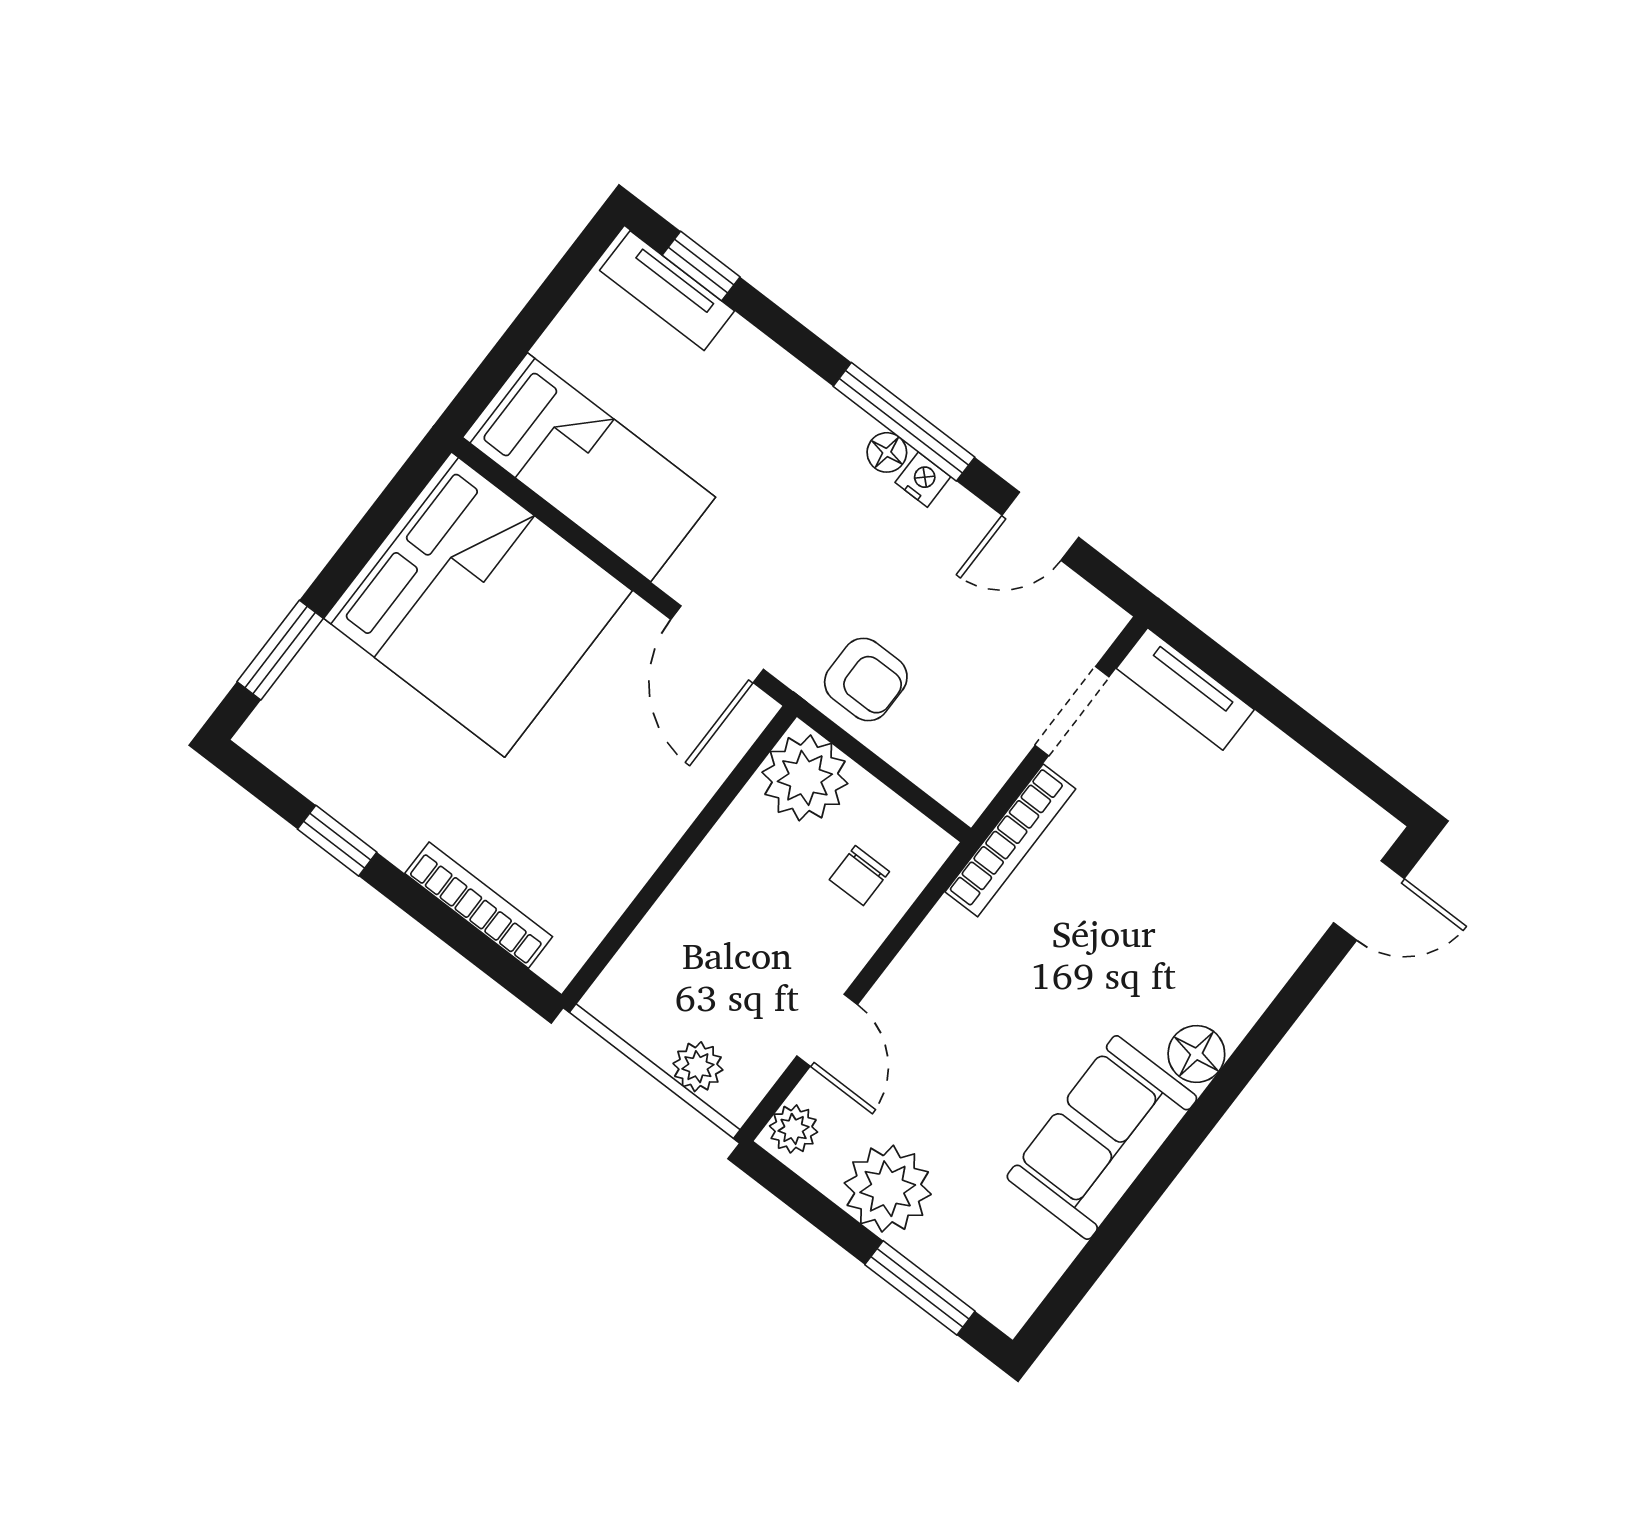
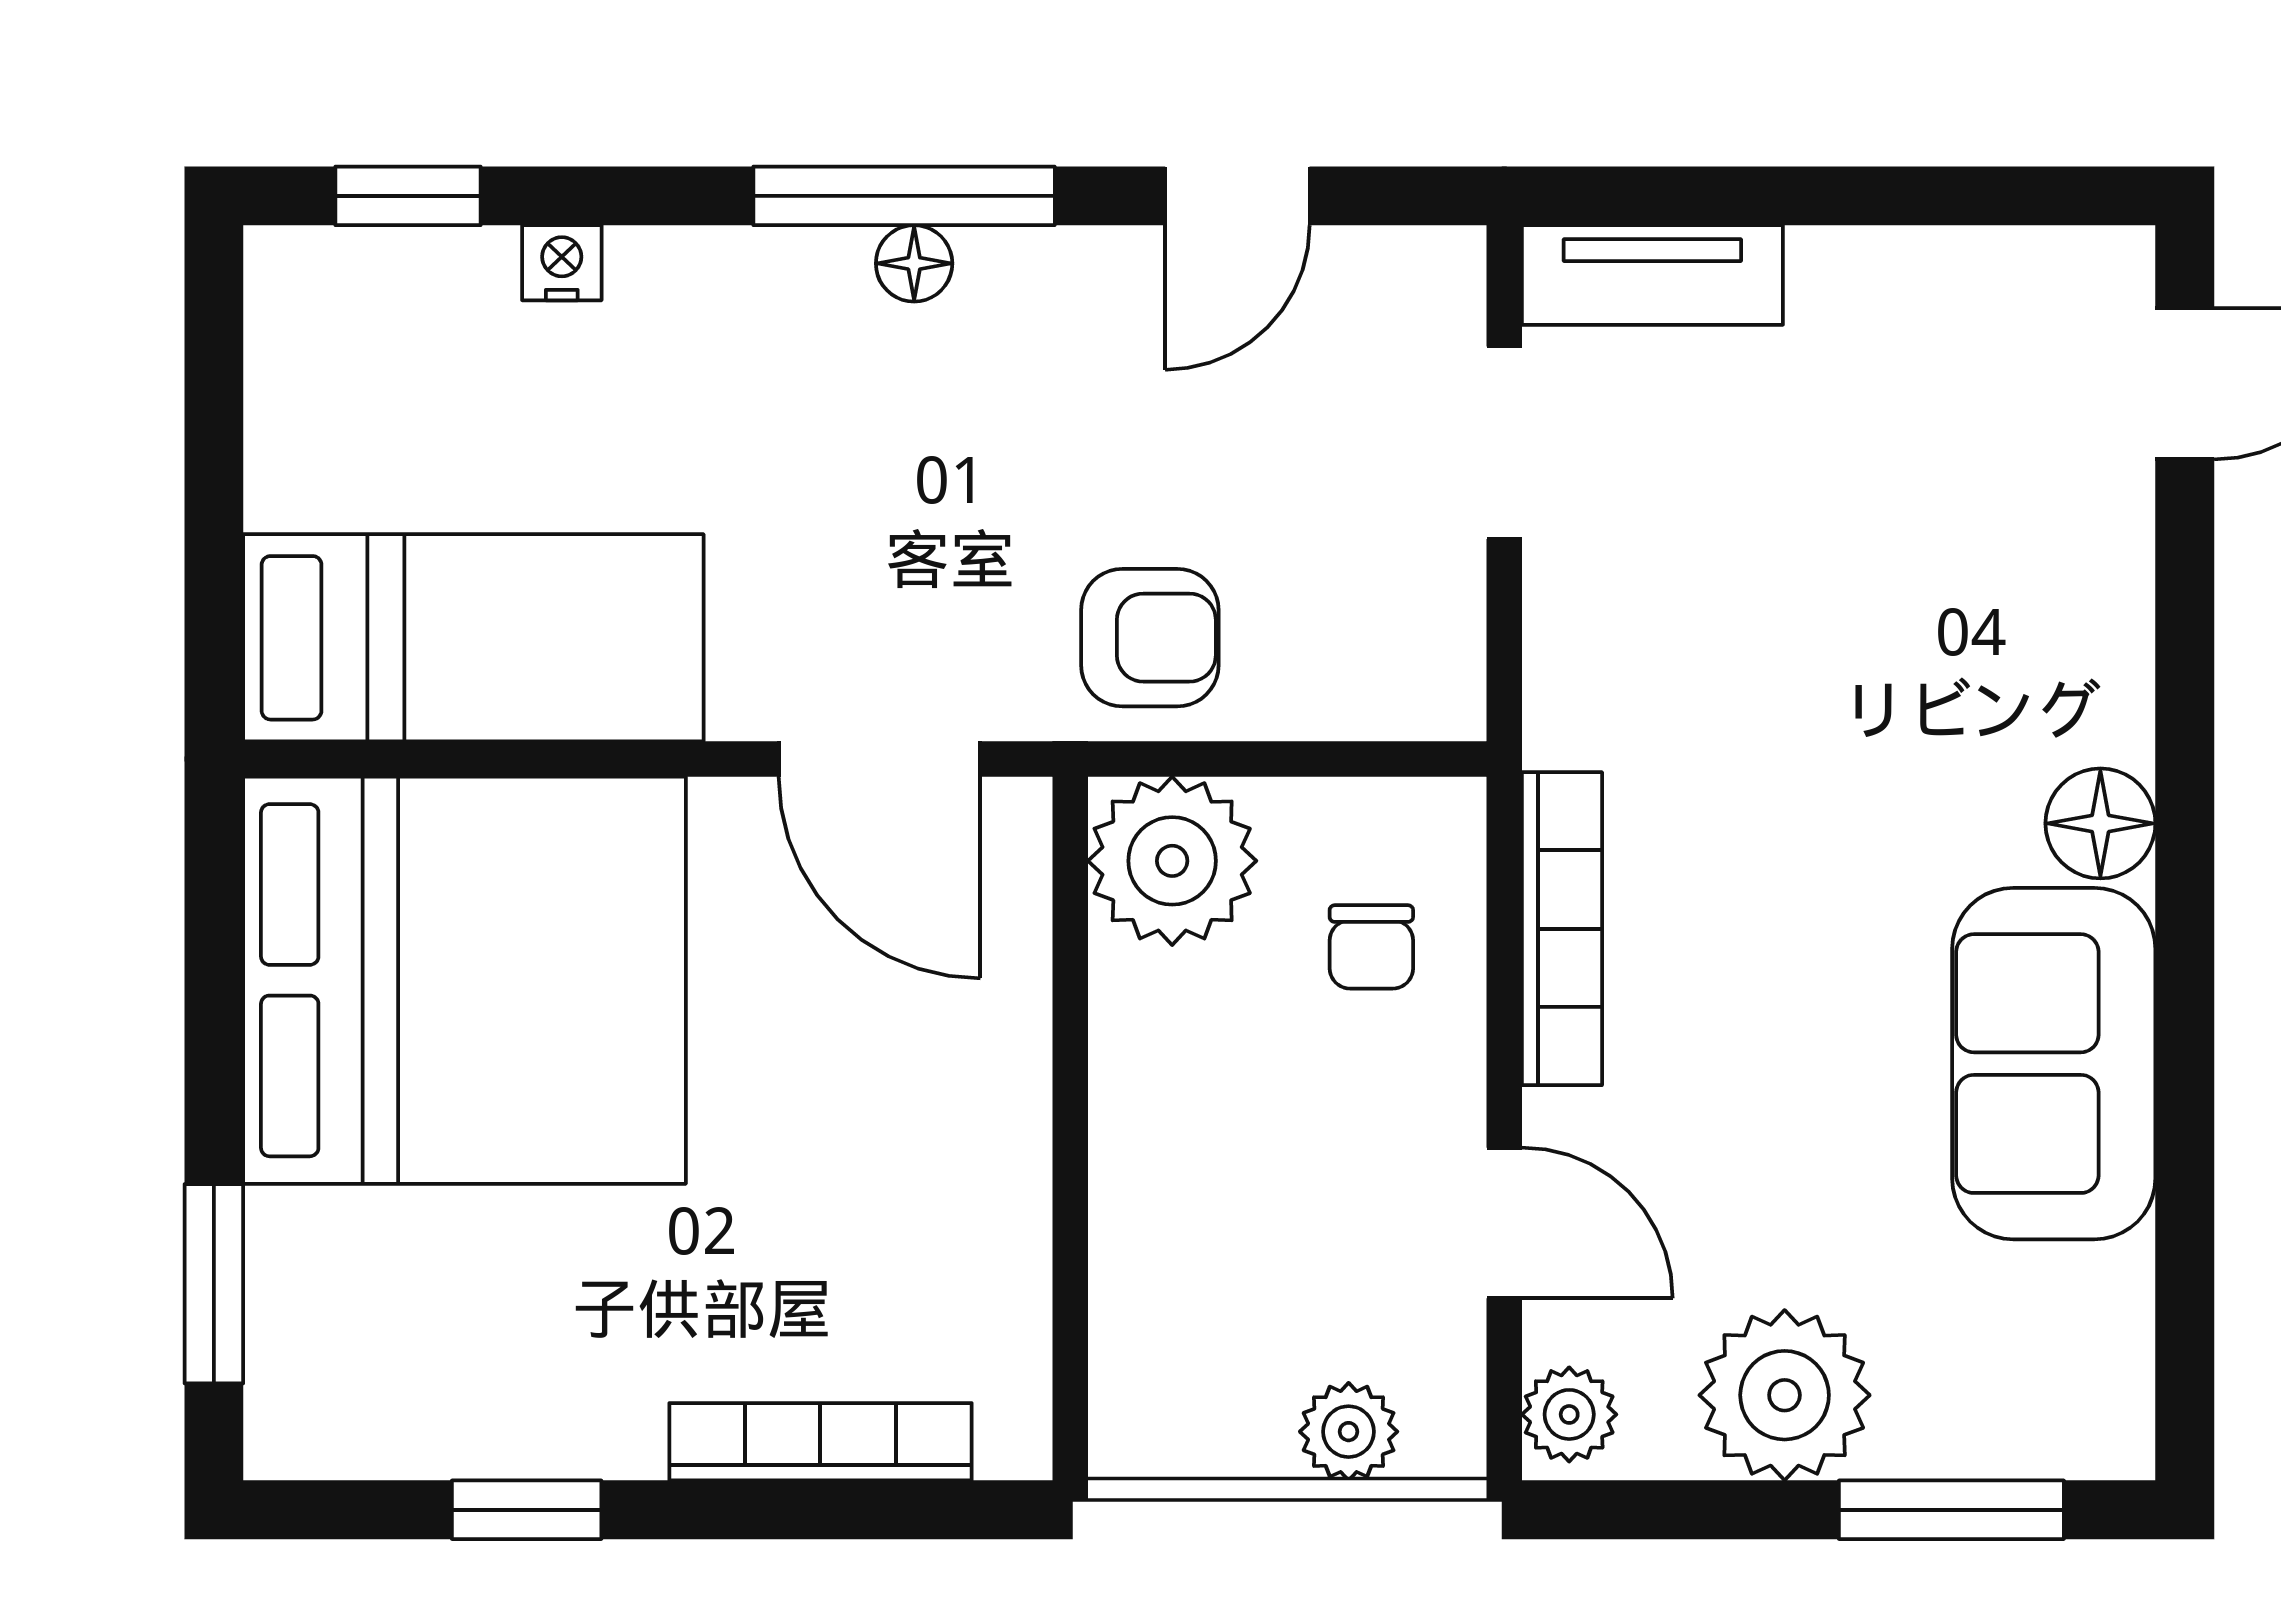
tv unit: (667, 291) -> (385, 274), removed
nightstand: (923, 480) -> (562, 263), moved
bookcase: (1010, 840) -> (1562, 929), moved

